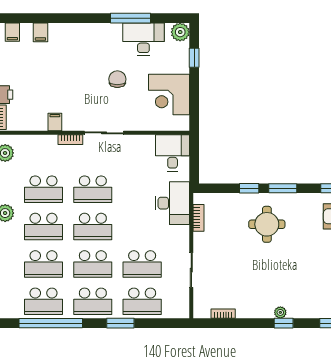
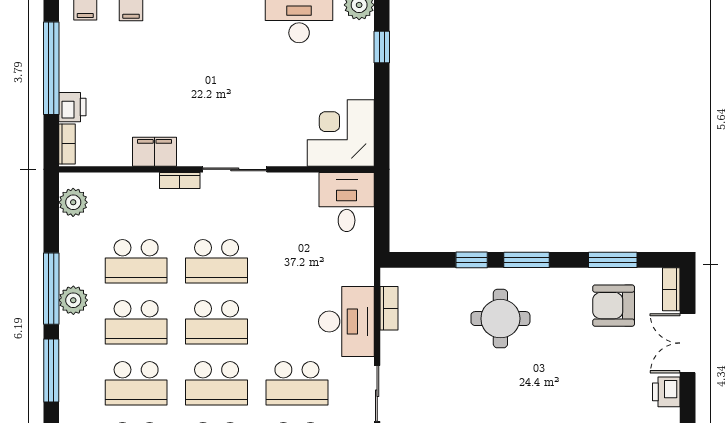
chair: (117, 79) -> (257, 82), removed
corner desk: (169, 94) -> (341, 133), moved, turned 90
filing cabinet: (55, 122) -> (155, 152), width x2.00
desk: (172, 203) -> (346, 322), moved

